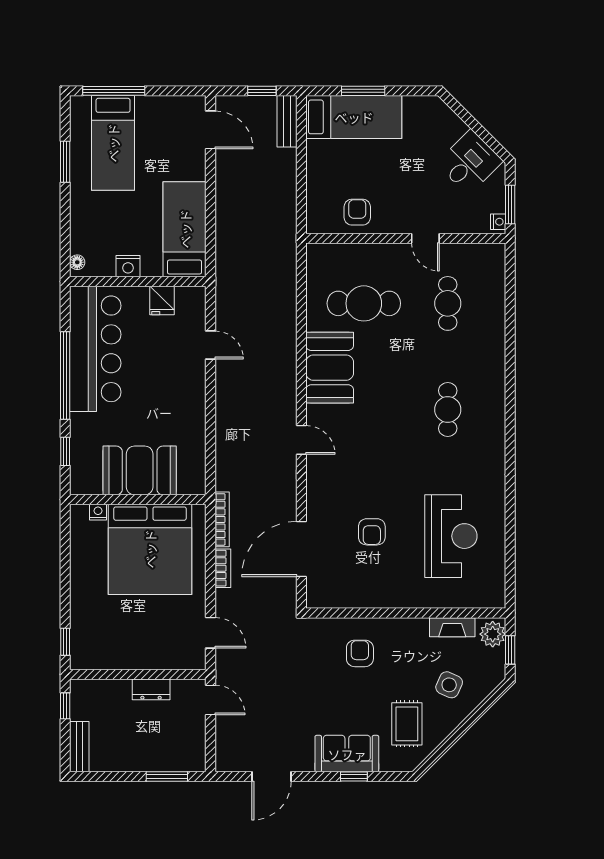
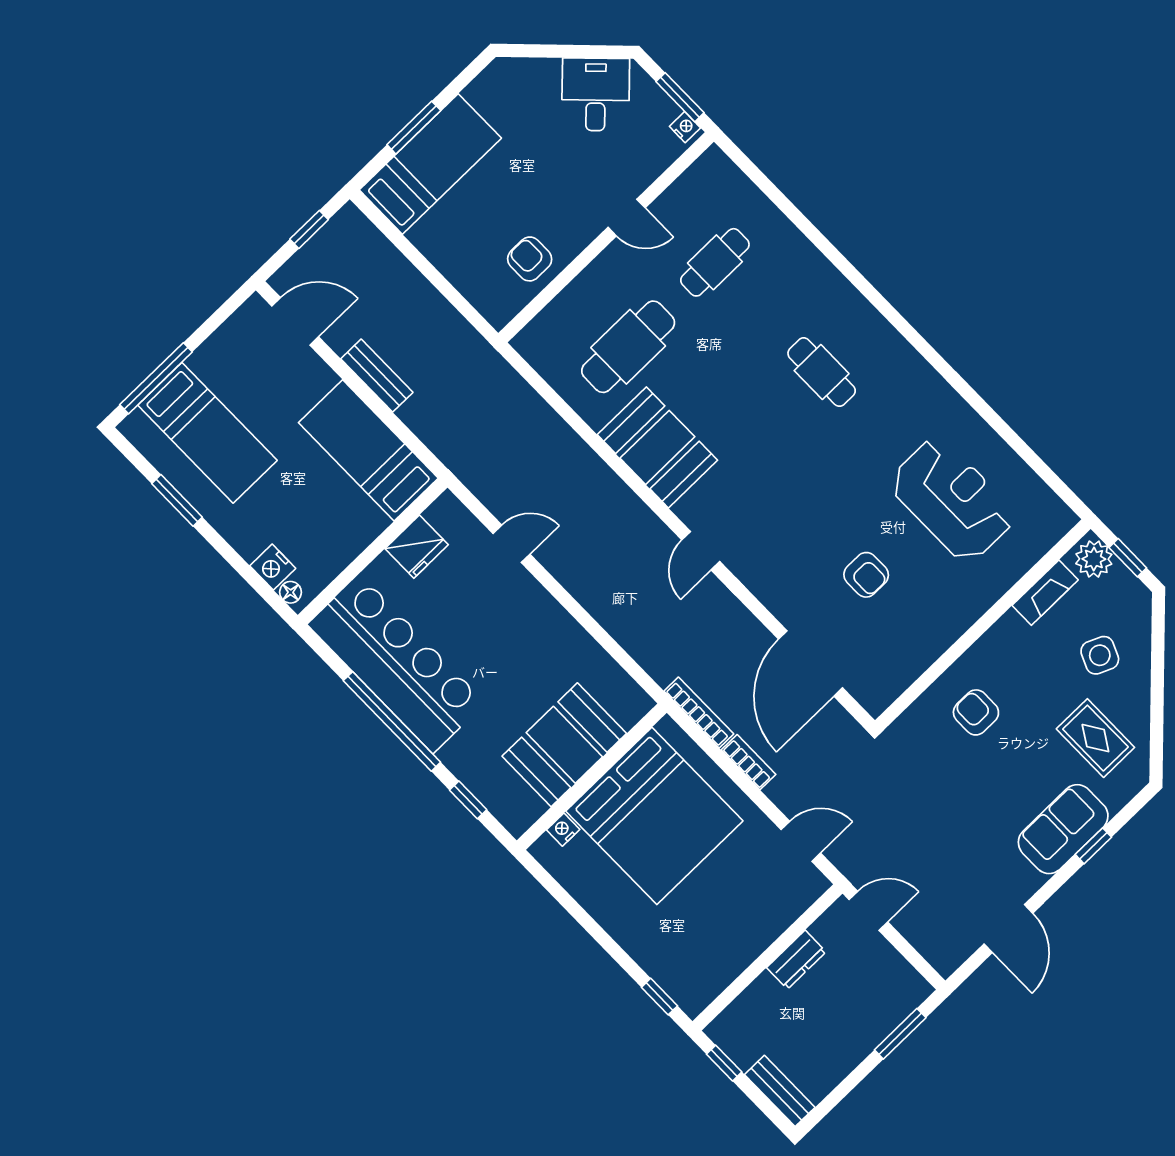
bench: (287, 121) -> (377, 376), moved
nightstand: (128, 266) -> (273, 567), moved, turned 90
fridge: (162, 301) -> (417, 547), width x1.38
cafe table: (448, 303) -> (715, 262), turned 90
door: (301, 440) -> (701, 551), swing flipped

